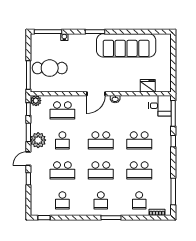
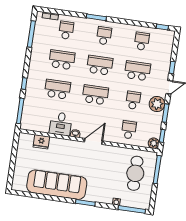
cafe table: (50, 68) -> (135, 173), turned 90
desk: (160, 106) -> (61, 124), moved, turned -90
school desk: (62, 110) -> (129, 130), width x0.54

